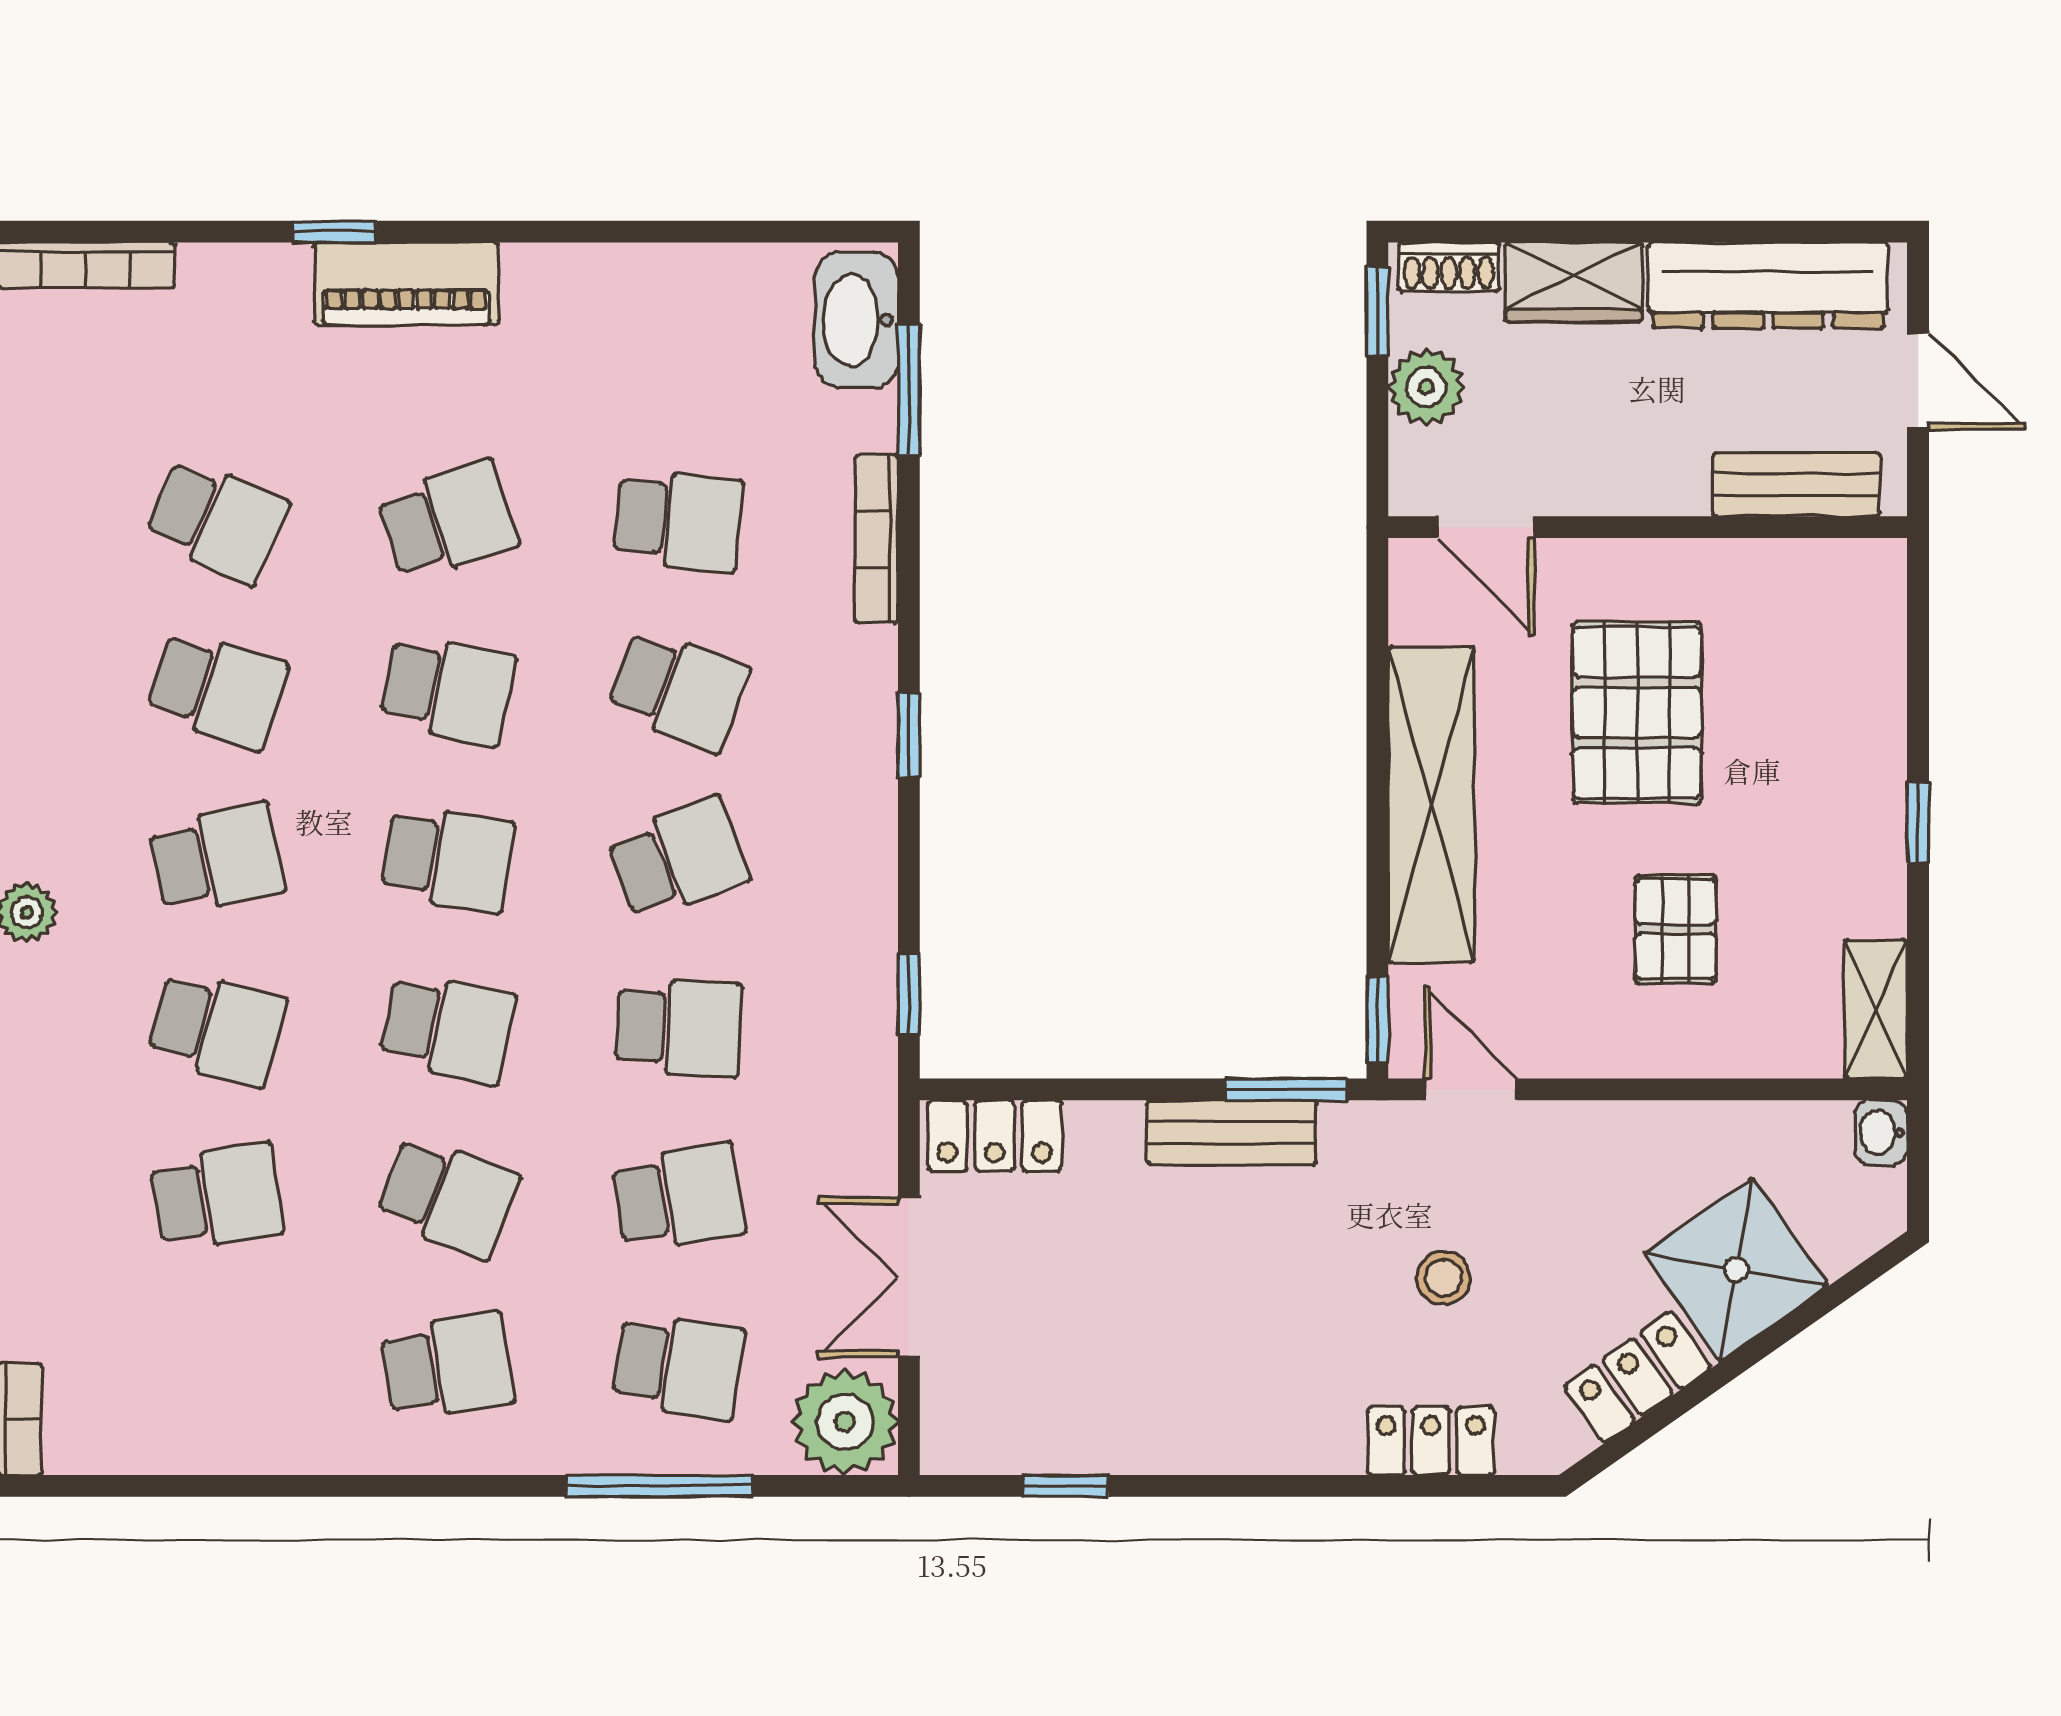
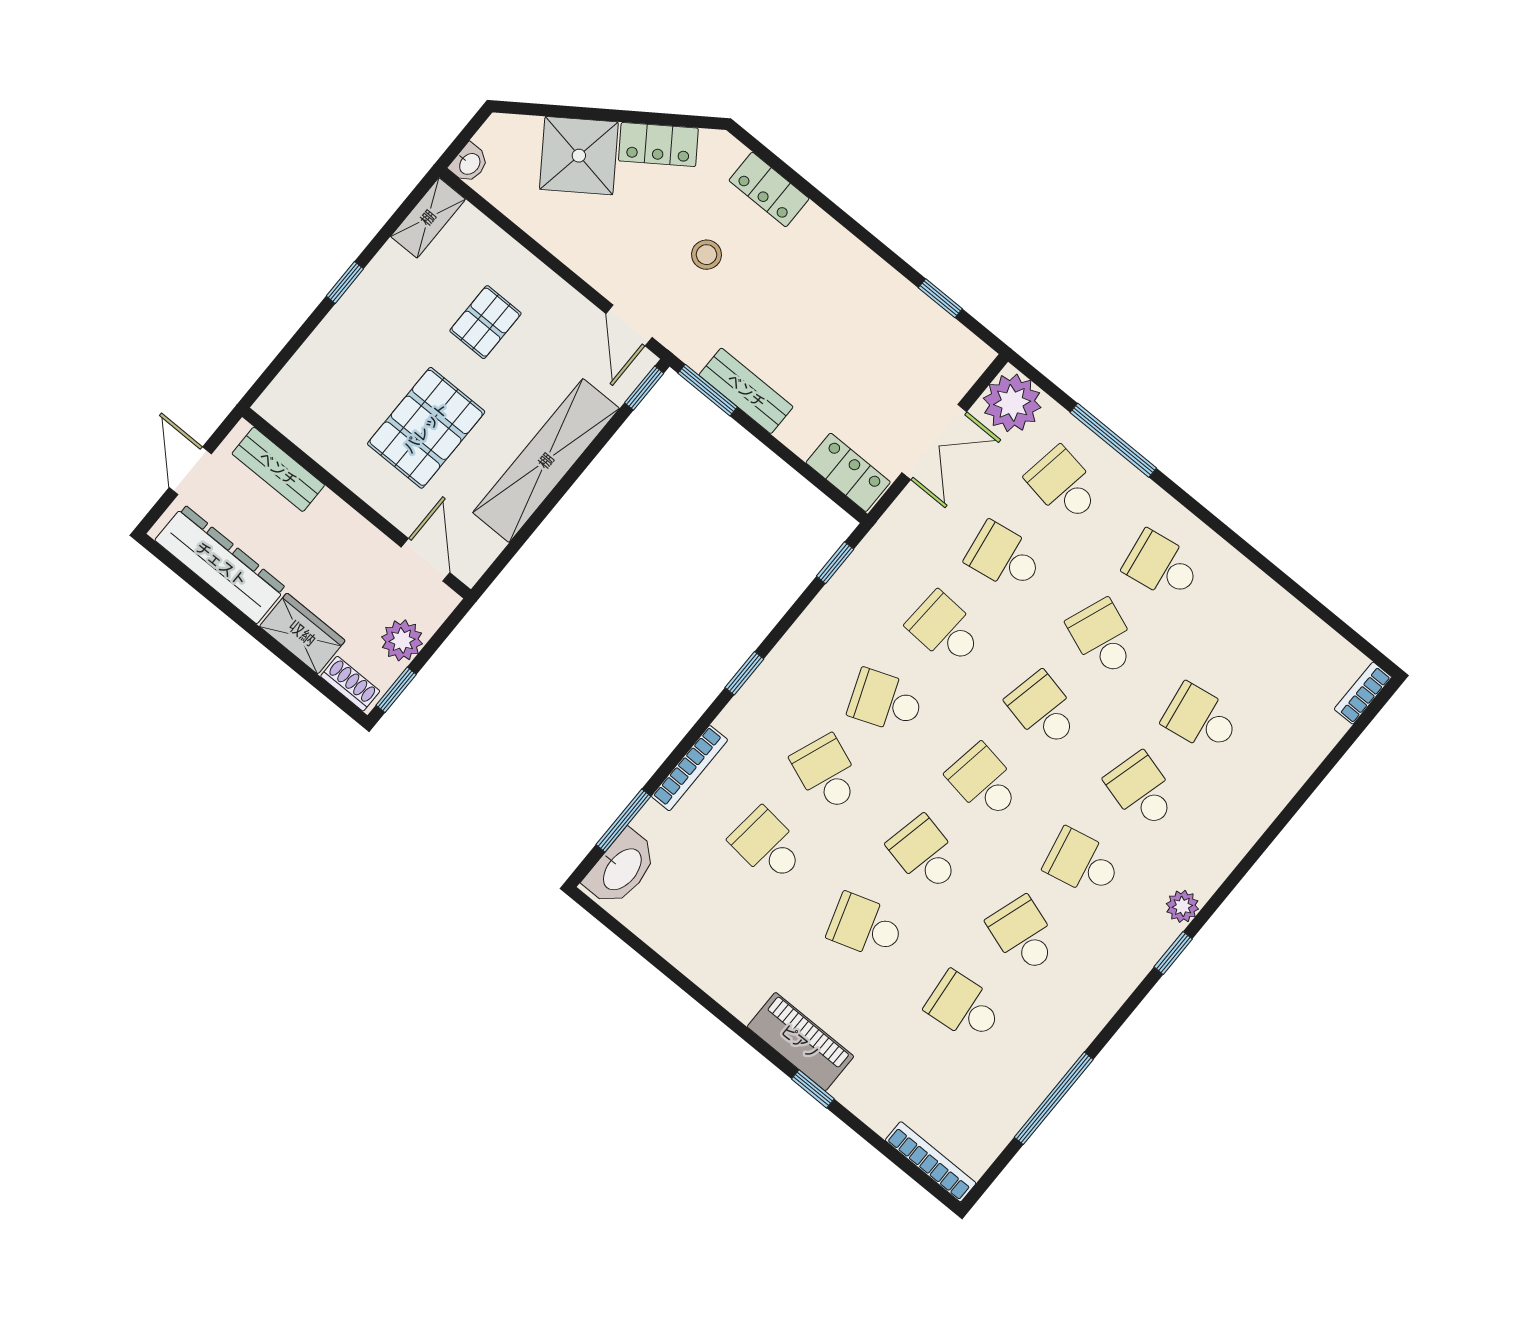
school desk: (217, 520) -> (964, 1007), turned -30

